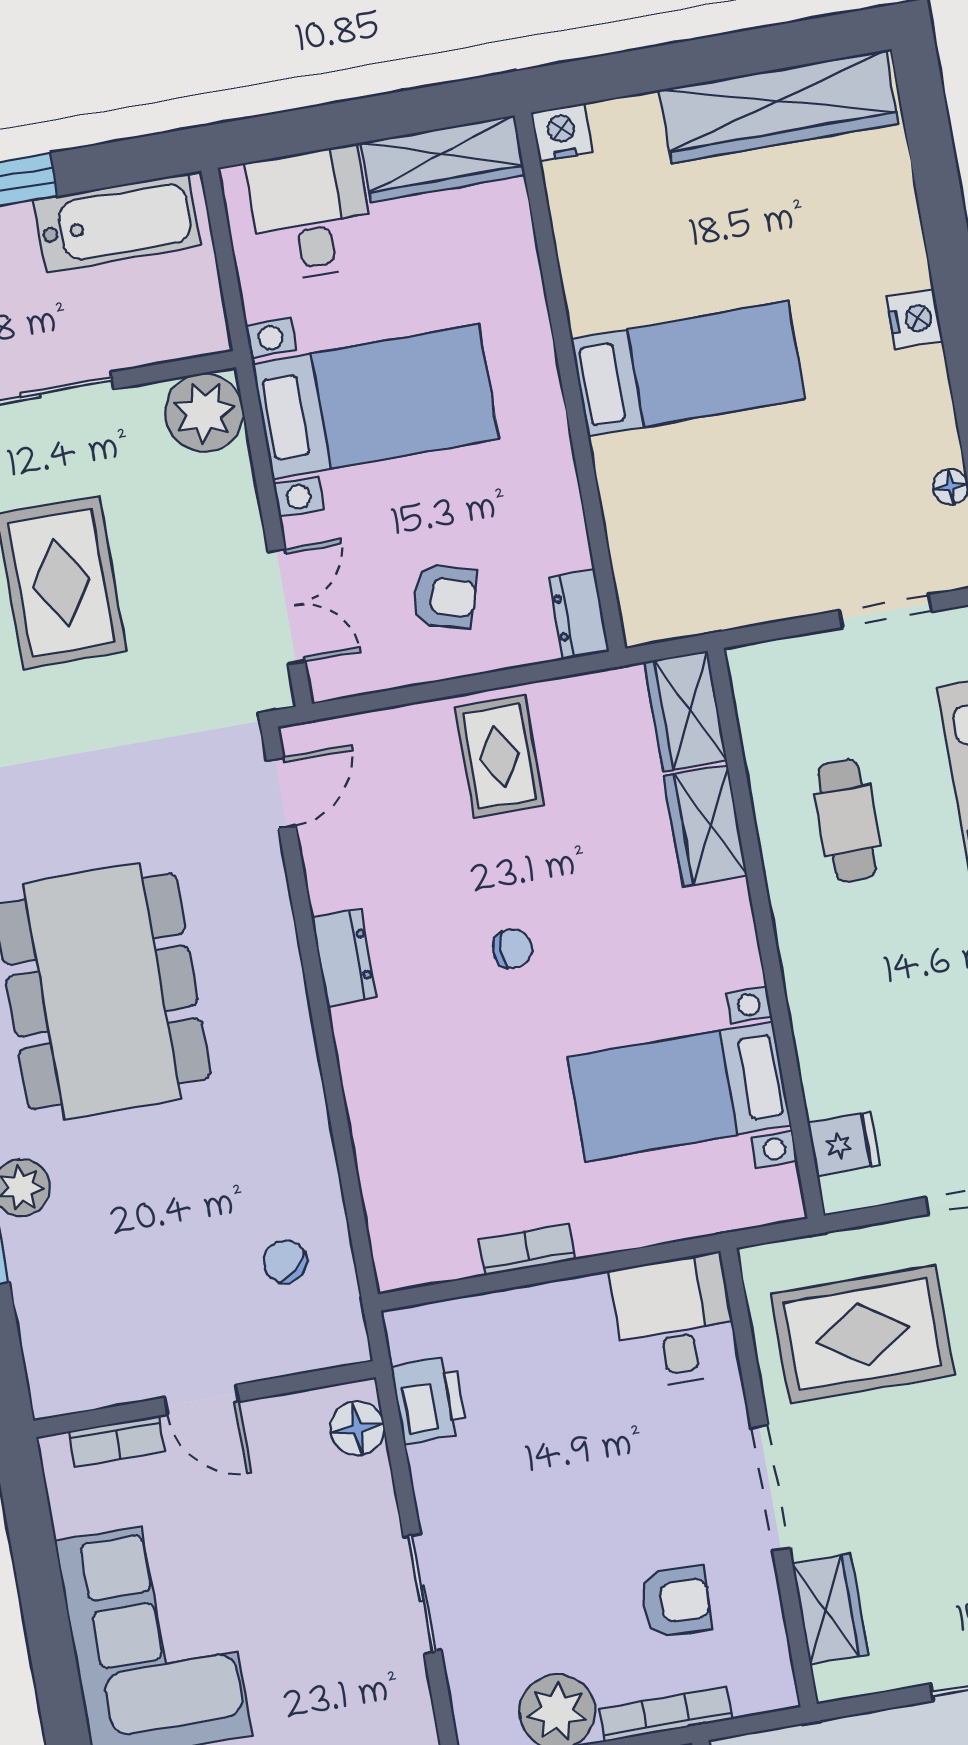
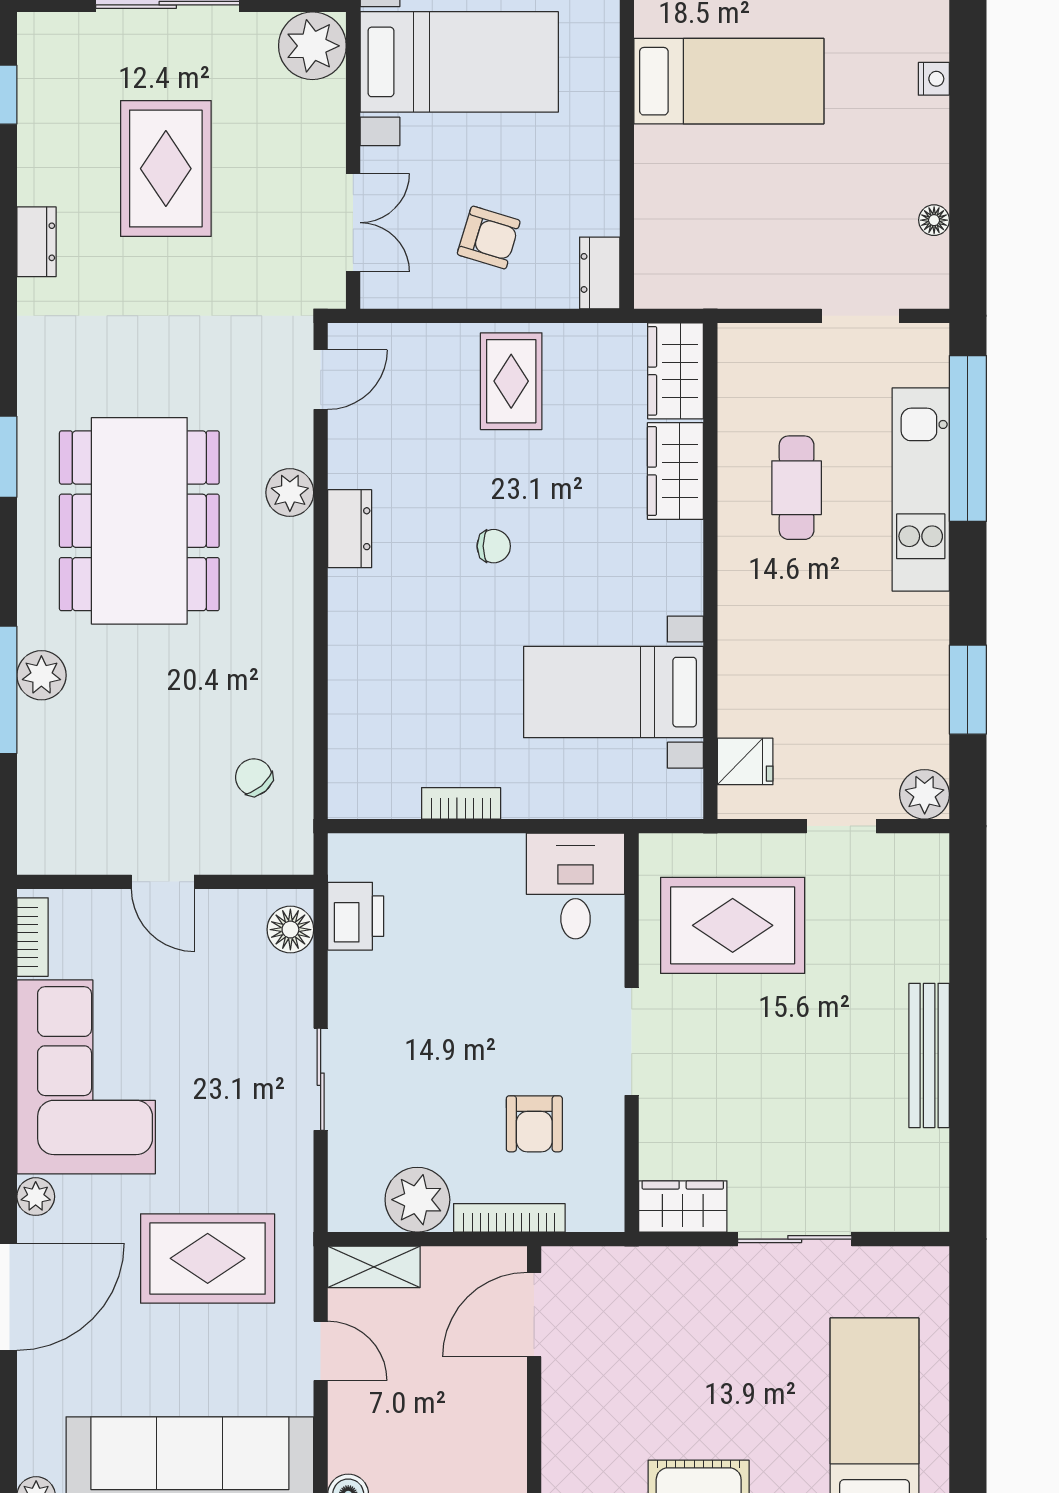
nightstand: (915, 319) -> (934, 79), width x0.72, depth x0.74
plant: (269, 928) -> (290, 493), added
bookcase: (117, 1441) -> (33, 937), moved, turned -90
armchair: (676, 1601) -> (534, 1124), turned 88
wardrobe: (830, 1609) -> (683, 1206), moved, turned -90

